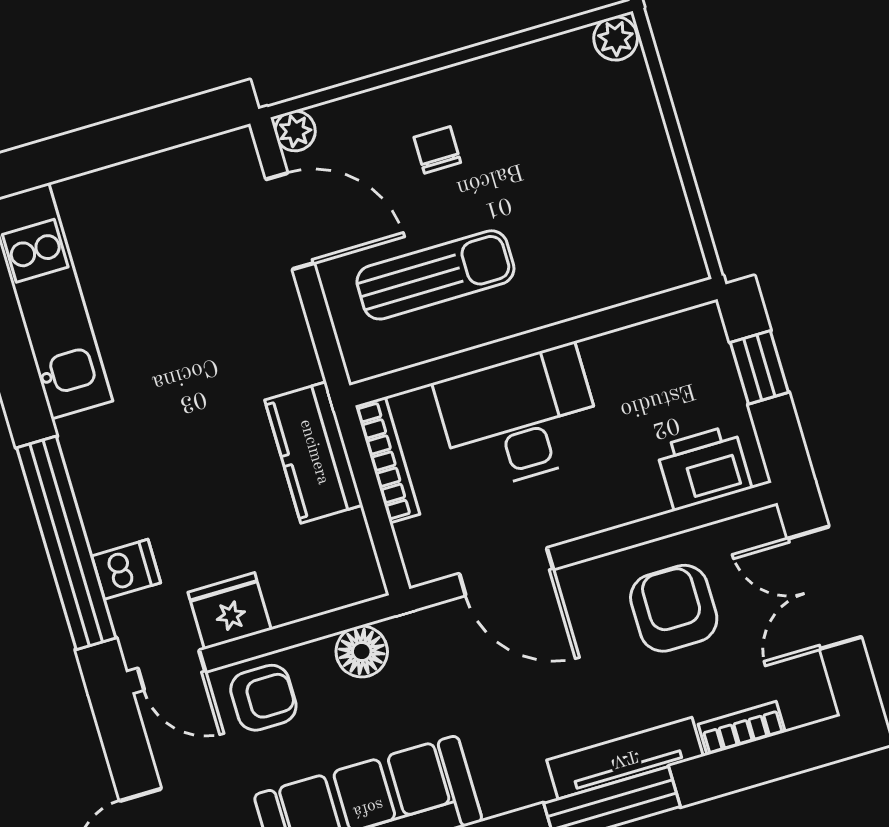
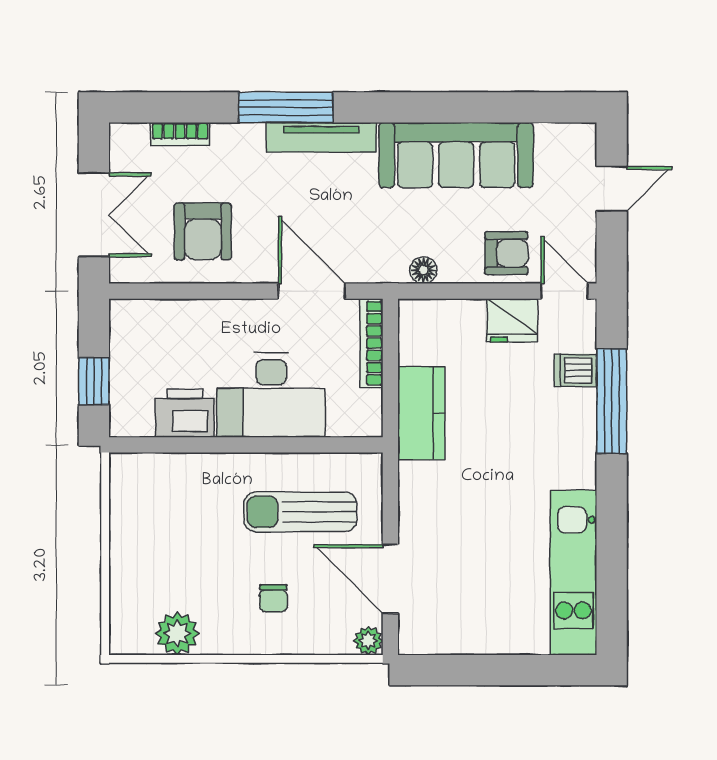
plant: (616, 38) -> (177, 633), moved, width x1.38, depth x1.38
bookcase: (387, 460) -> (371, 343), moved
printer: (704, 468) -> (185, 413), moved, turned 180
window: (66, 543) -> (612, 401), width x0.68
floor lamp: (362, 652) -> (423, 270), width x0.73, depth x0.73
armchair: (263, 698) -> (506, 253), turned 180
tv unit: (625, 758) -> (321, 137), moved

